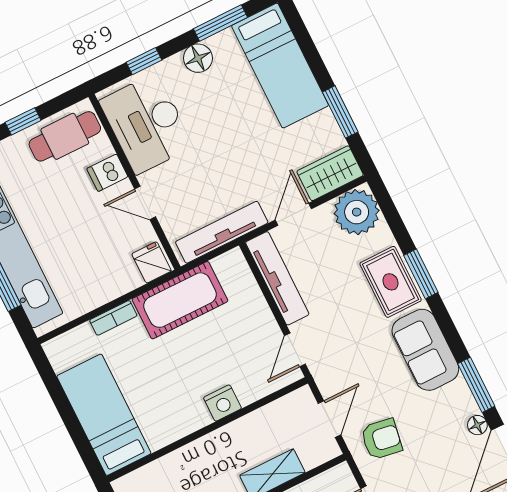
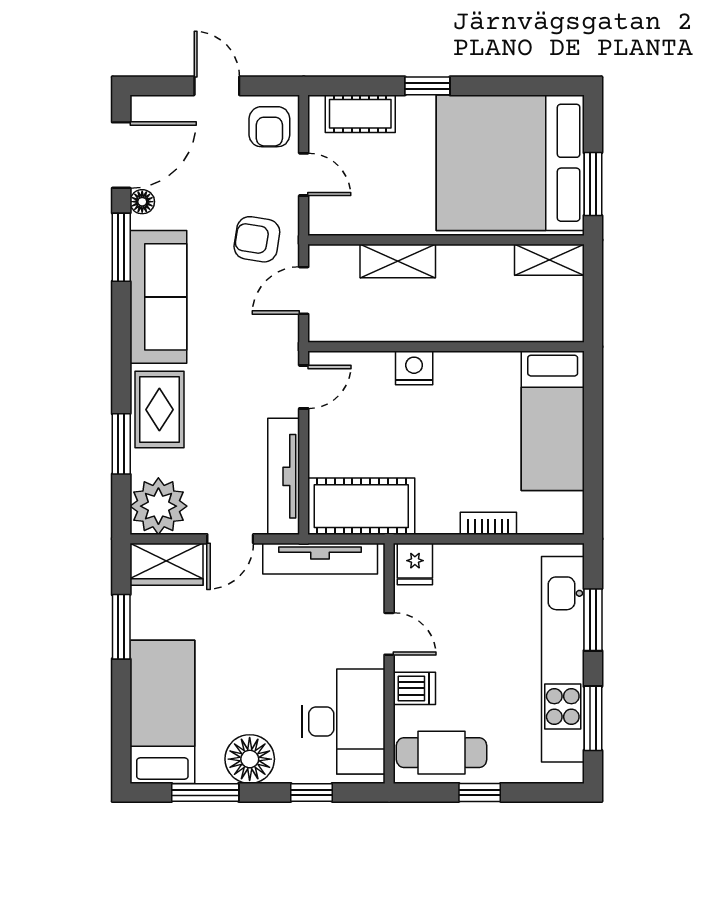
floor lamp: (198, 58) -> (250, 759), width x1.38, depth x1.38
window: (421, 274) -> (121, 444), moved
cot: (180, 300) -> (361, 506), moved
sofa: (425, 350) -> (158, 297), width x1.36

